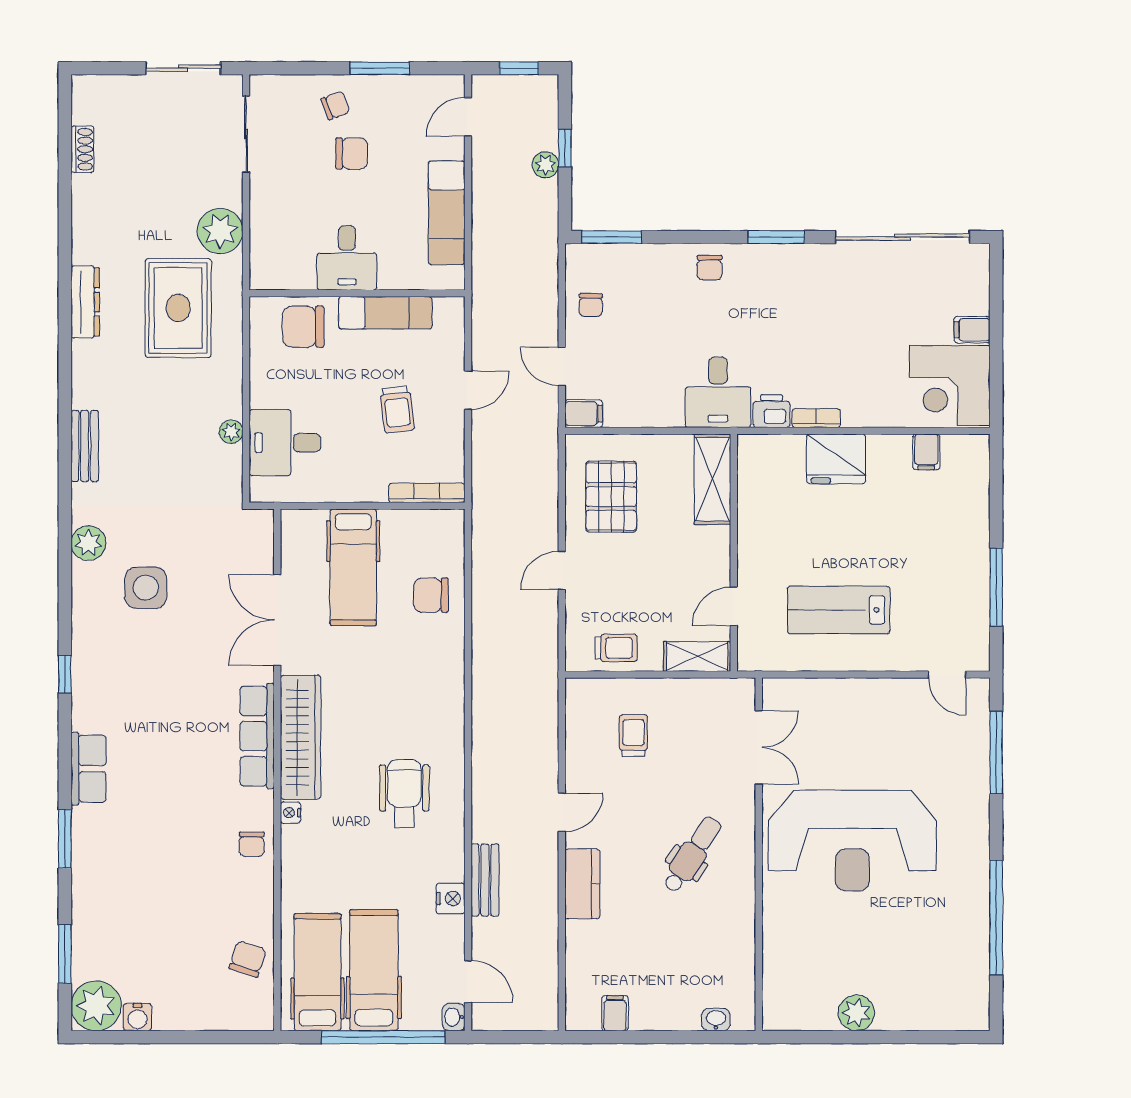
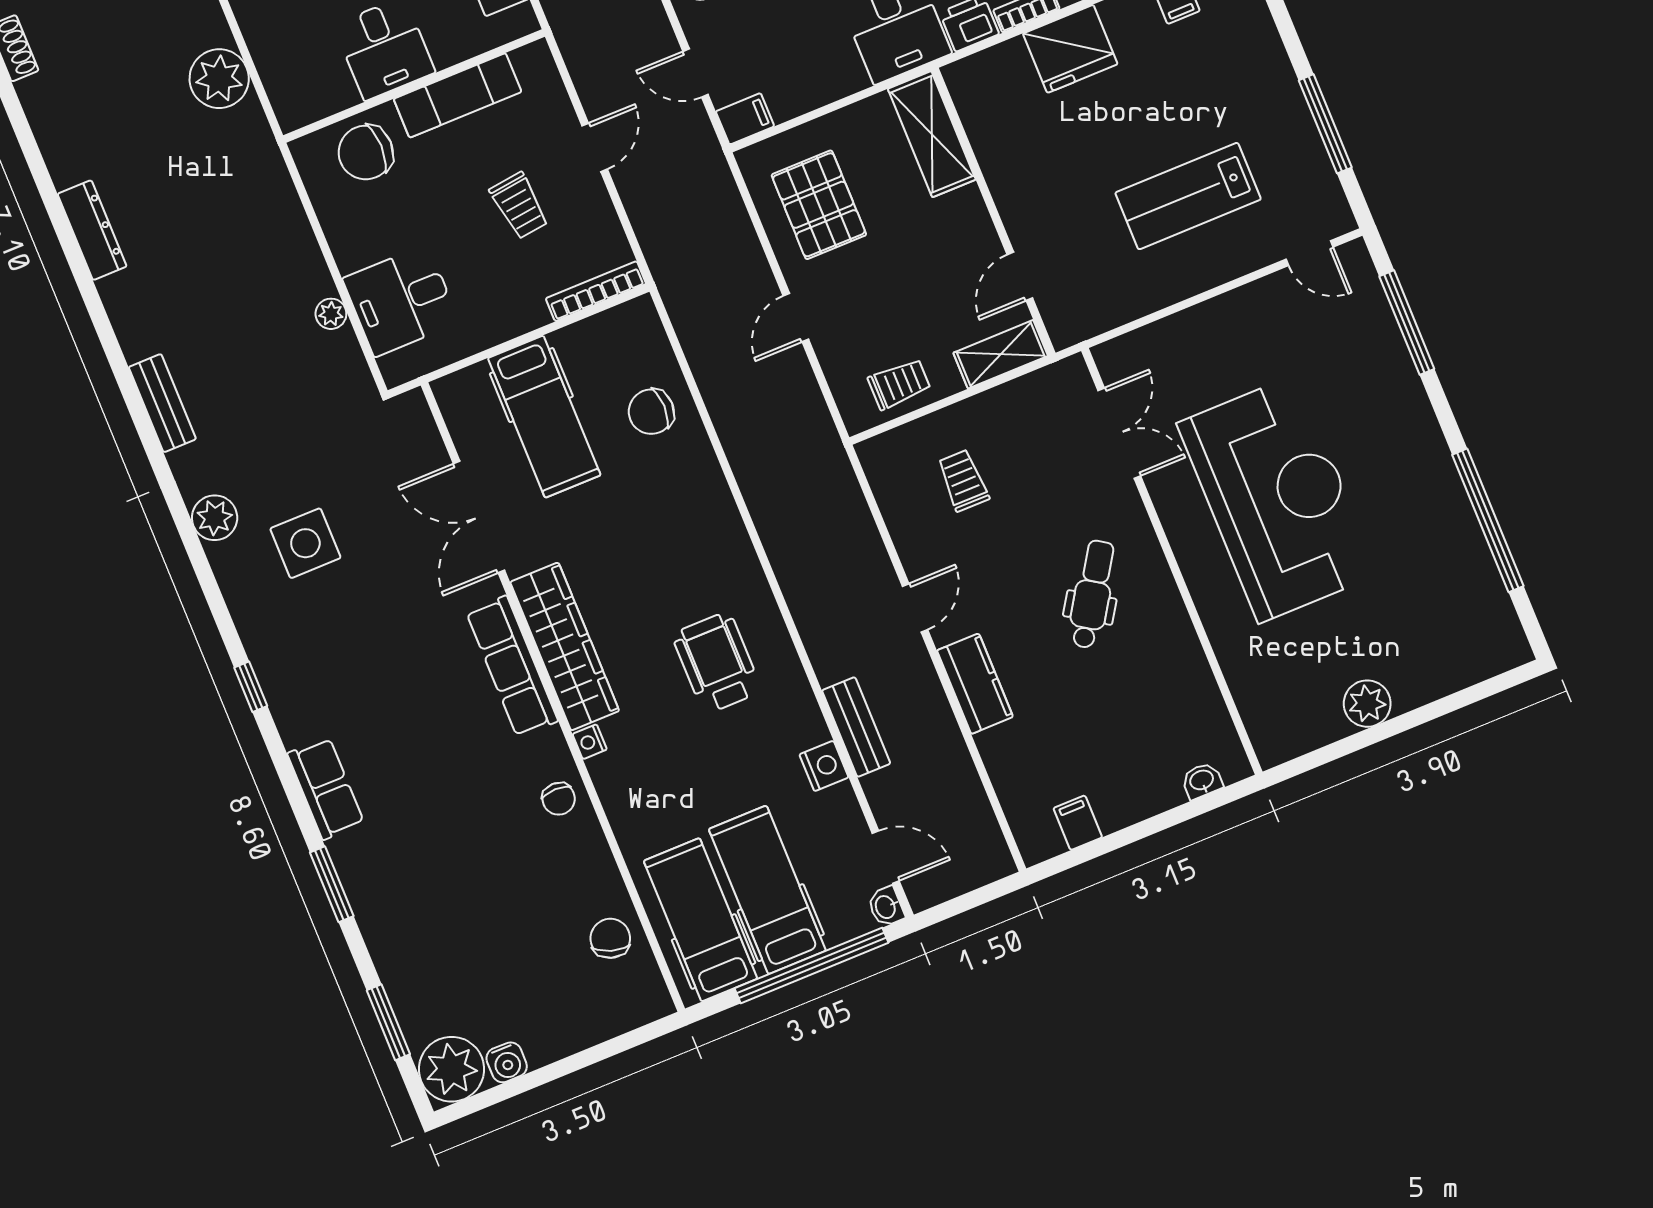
rug: (178, 308) -> (207, 192), removed
lab bench: (839, 610) -> (1188, 196), moved
reception desk: (852, 841) -> (1278, 499), turned -90

